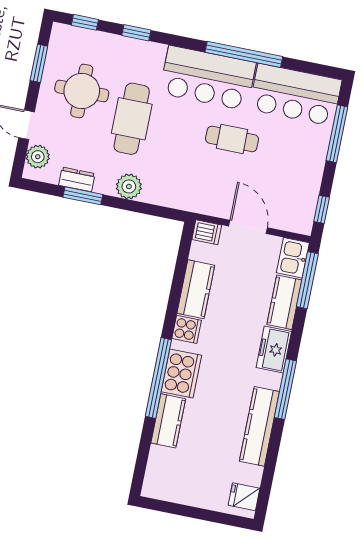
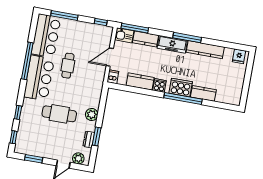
round table: (82, 91) -> (46, 138), removed
freezer: (274, 350) -> (172, 44), width x1.40

